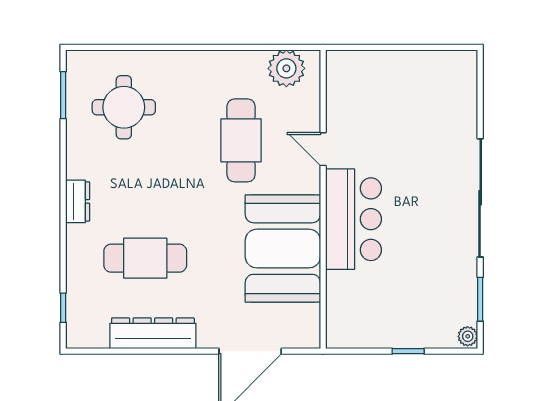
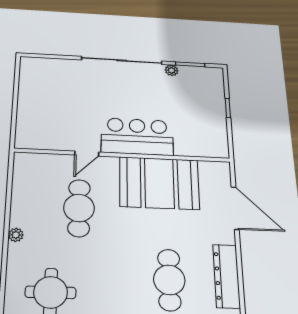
plant: (286, 68) -> (16, 235), moved, width x0.53, depth x0.53
cafe table: (241, 140) -> (79, 208), turned 90
plant: (468, 336) -> (172, 70), moved

